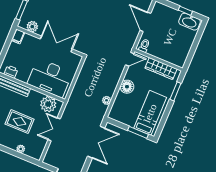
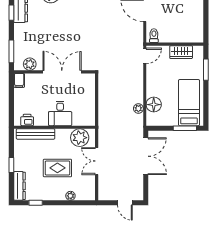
wardrobe: (161, 69) -> (181, 52), width x0.67
desk: (50, 78) -> (60, 113), width x0.53, depth x0.77
floor lamp: (127, 87) -> (154, 105), moved

